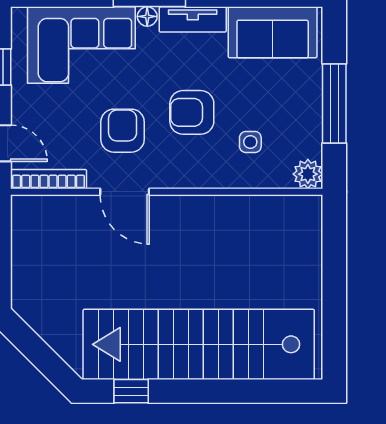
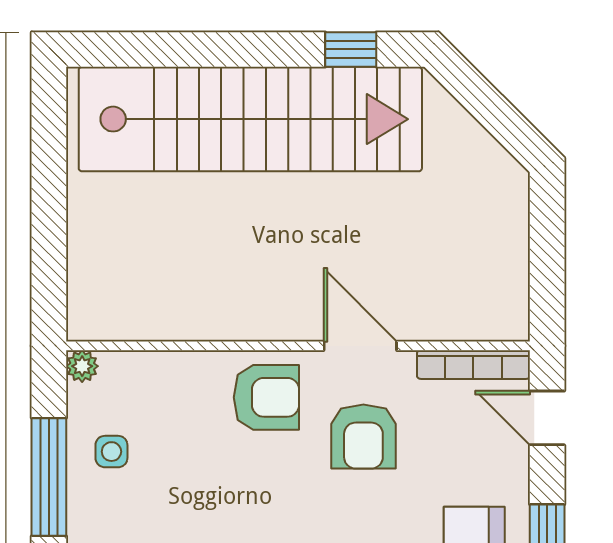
armchair: (192, 112) -> (266, 397), moved
side table: (250, 142) -> (111, 452), moved
plant: (308, 174) -> (82, 366), width x0.73, depth x0.73

